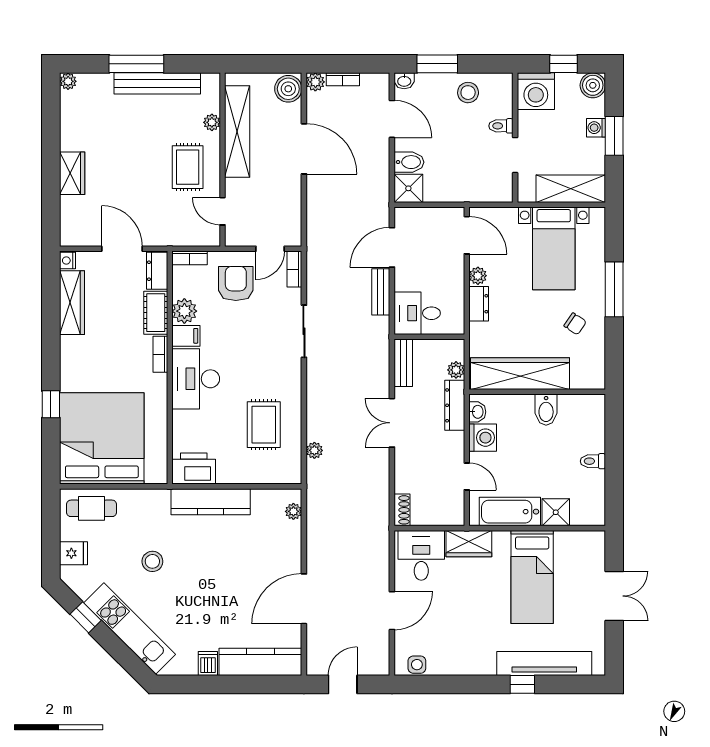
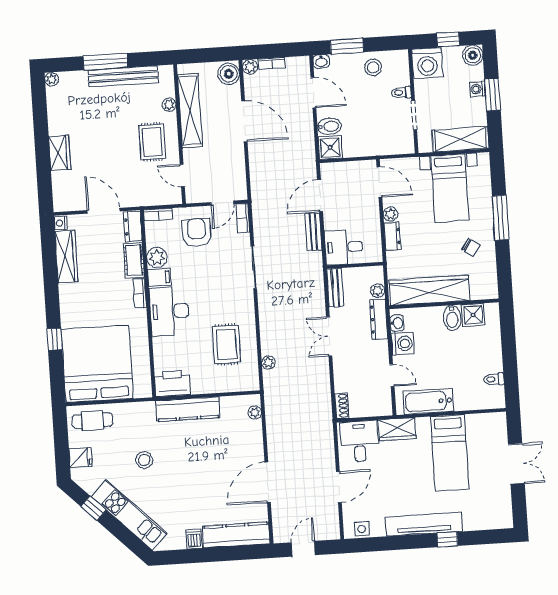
toilet: (593, 461) -> (494, 379), moved
shower: (556, 512) -> (473, 315), moved
tv unit: (544, 663) -> (424, 524), moved

